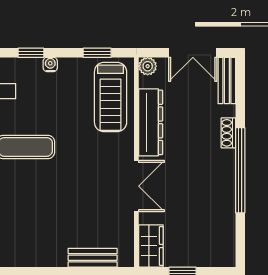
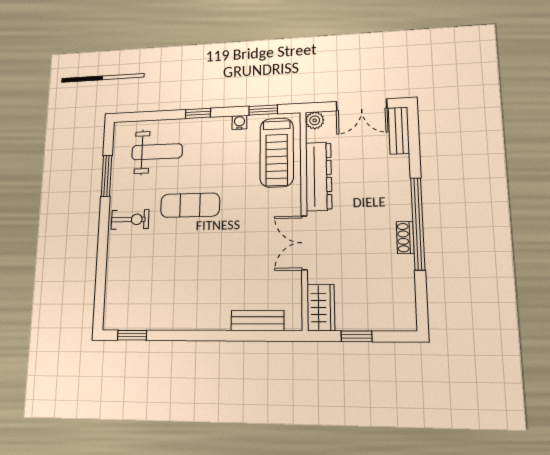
water cooler: (50, 64) -> (239, 122), moved
shoe rack: (228, 133) -> (405, 238), moved
double door: (136, 186) -> (304, 243), swing flipped

